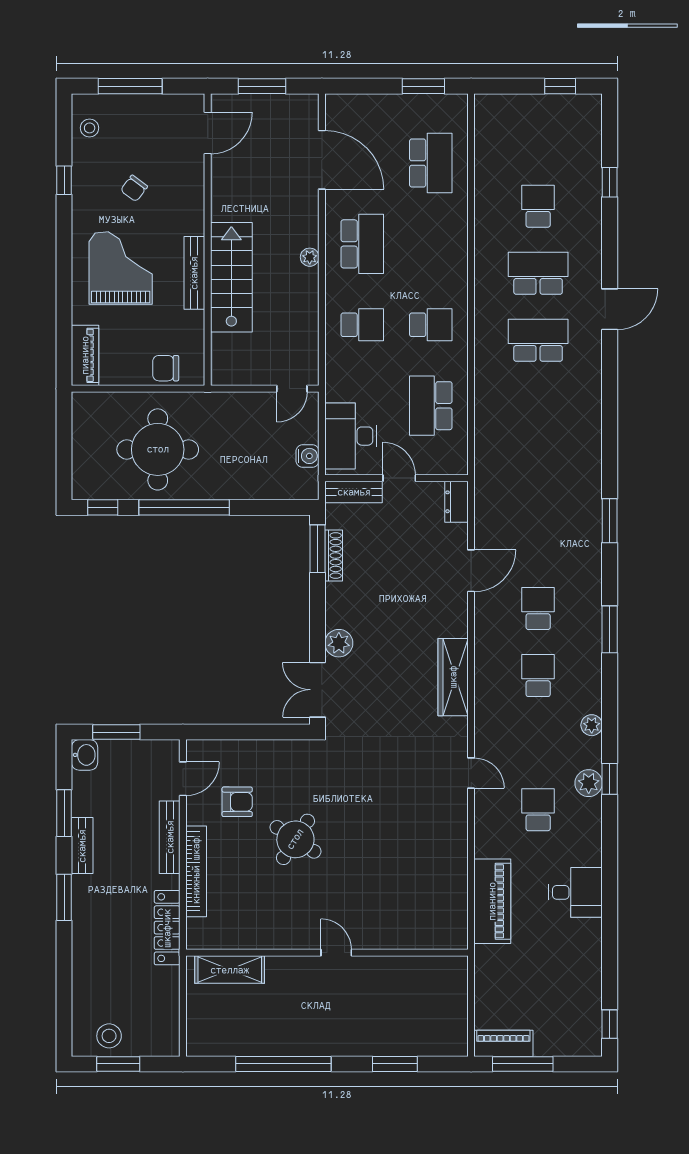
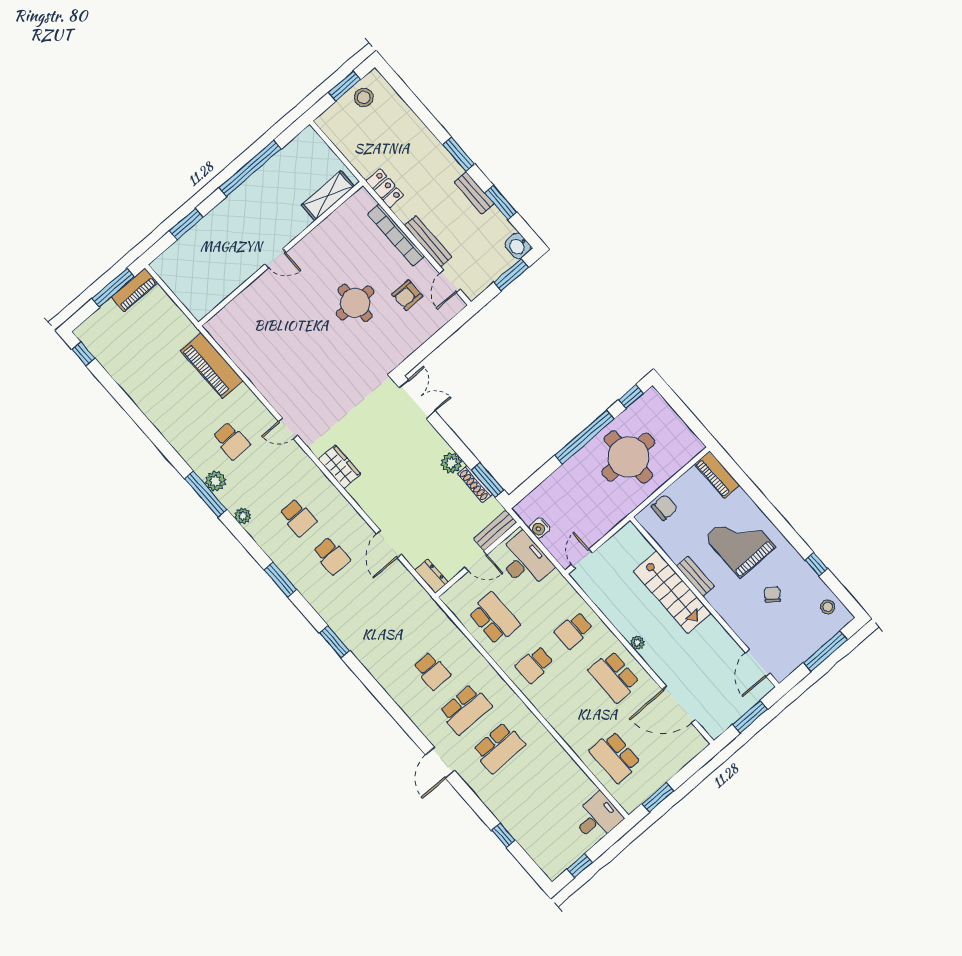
school desk: (538, 206) -> (432, 671), moved
grand piano: (121, 268) -> (740, 542), turned 180
bench: (194, 273) -> (695, 576), width x0.73
plant: (339, 643) -> (451, 463), moved
wardrobe: (453, 677) -> (340, 467), width x0.67
window: (610, 779) -> (206, 494), width x2.17
round table: (295, 839) -> (355, 303), turned -33
desk: (575, 892) -> (597, 817), moved, turned 180
locker: (167, 928) -> (385, 188), width x0.66

